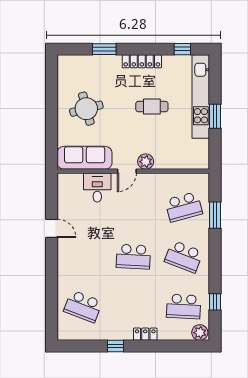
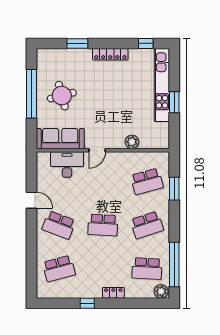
window: (52, 107) -> (31, 94), added
cafe table: (152, 107) -> (119, 94), removed
plant: (146, 162) -> (132, 142), moved
desk: (97, 188) -> (67, 165), width x1.37
school desk: (83, 257) -> (59, 225), added
school desk: (184, 257) -> (147, 225), turned -39
window: (215, 302) -> (174, 264), width x3.17
school desk: (83, 306) -> (59, 269), turned -36

